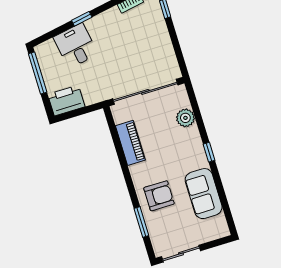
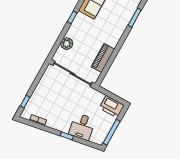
armchair: (159, 196) -> (115, 21), removed

